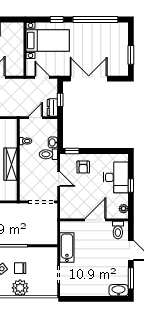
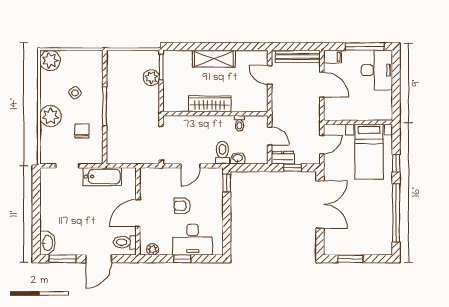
armchair: (83, 167) -> (182, 206), moved
door: (95, 220) -> (138, 213), swing flipped
chair: (20, 268) -> (82, 131), moved

